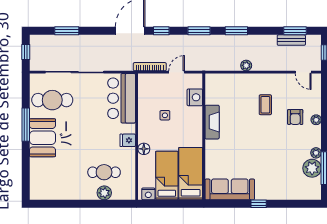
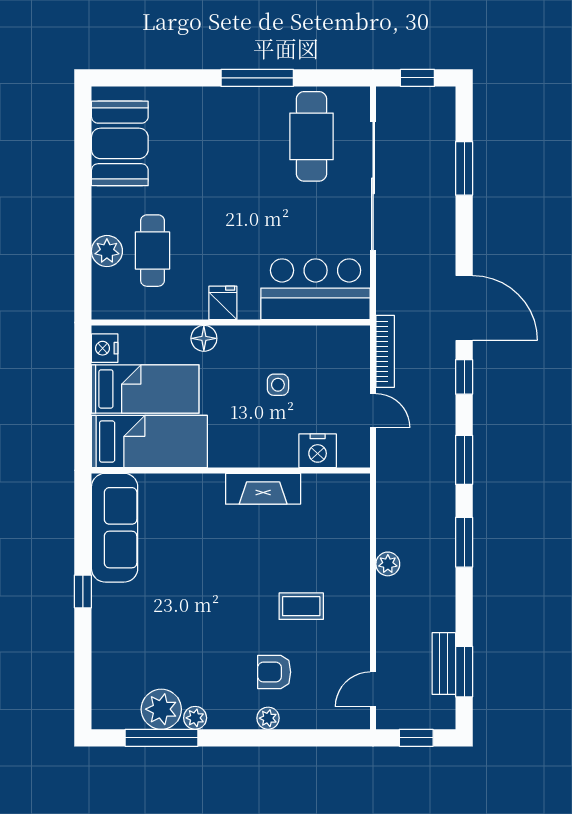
booth: (42, 138) -> (120, 143), moved, turned 90

